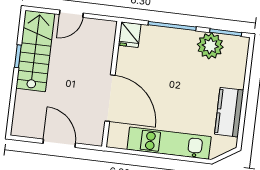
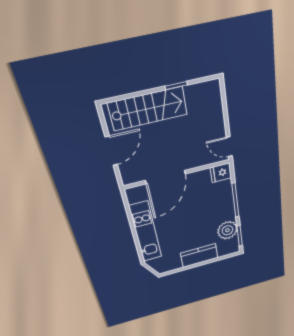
door: (71, 14) -> (229, 147), moved
stairs: (35, 51) -> (148, 109), moved
kitchen counter: (229, 112) -> (199, 256), moved

